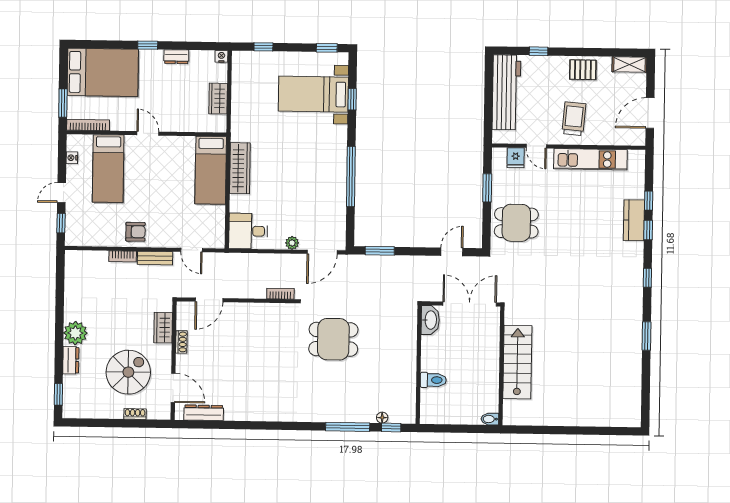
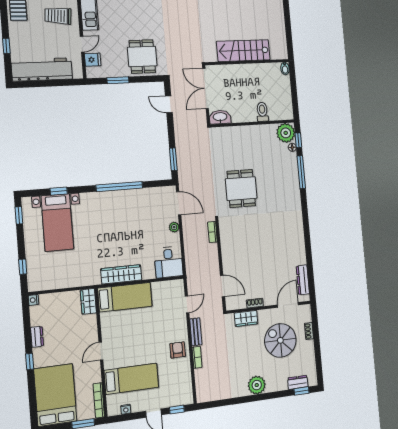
wardrobe: (218, 99) -> (88, 301), moved, turned 90
dresser: (71, 360) -> (298, 382), moved
plant: (402, 410) -> (286, 133), added

